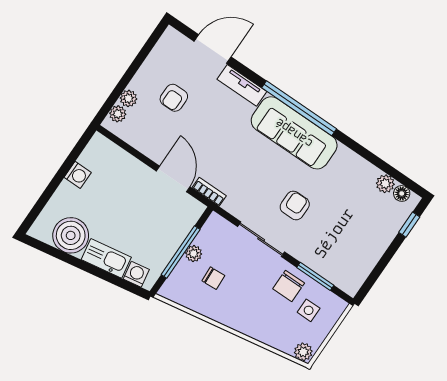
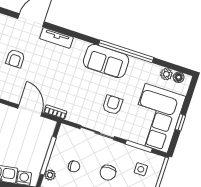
window: (299, 108) -> (126, 51), moved
sofa: (294, 133) -> (106, 61), width x0.73
window: (409, 225) -> (180, 122), moved
corner sofa: (352, 243) -> (156, 118), added
plant: (194, 254) -> (50, 175), moved
chair: (289, 286) -> (108, 173), moved

